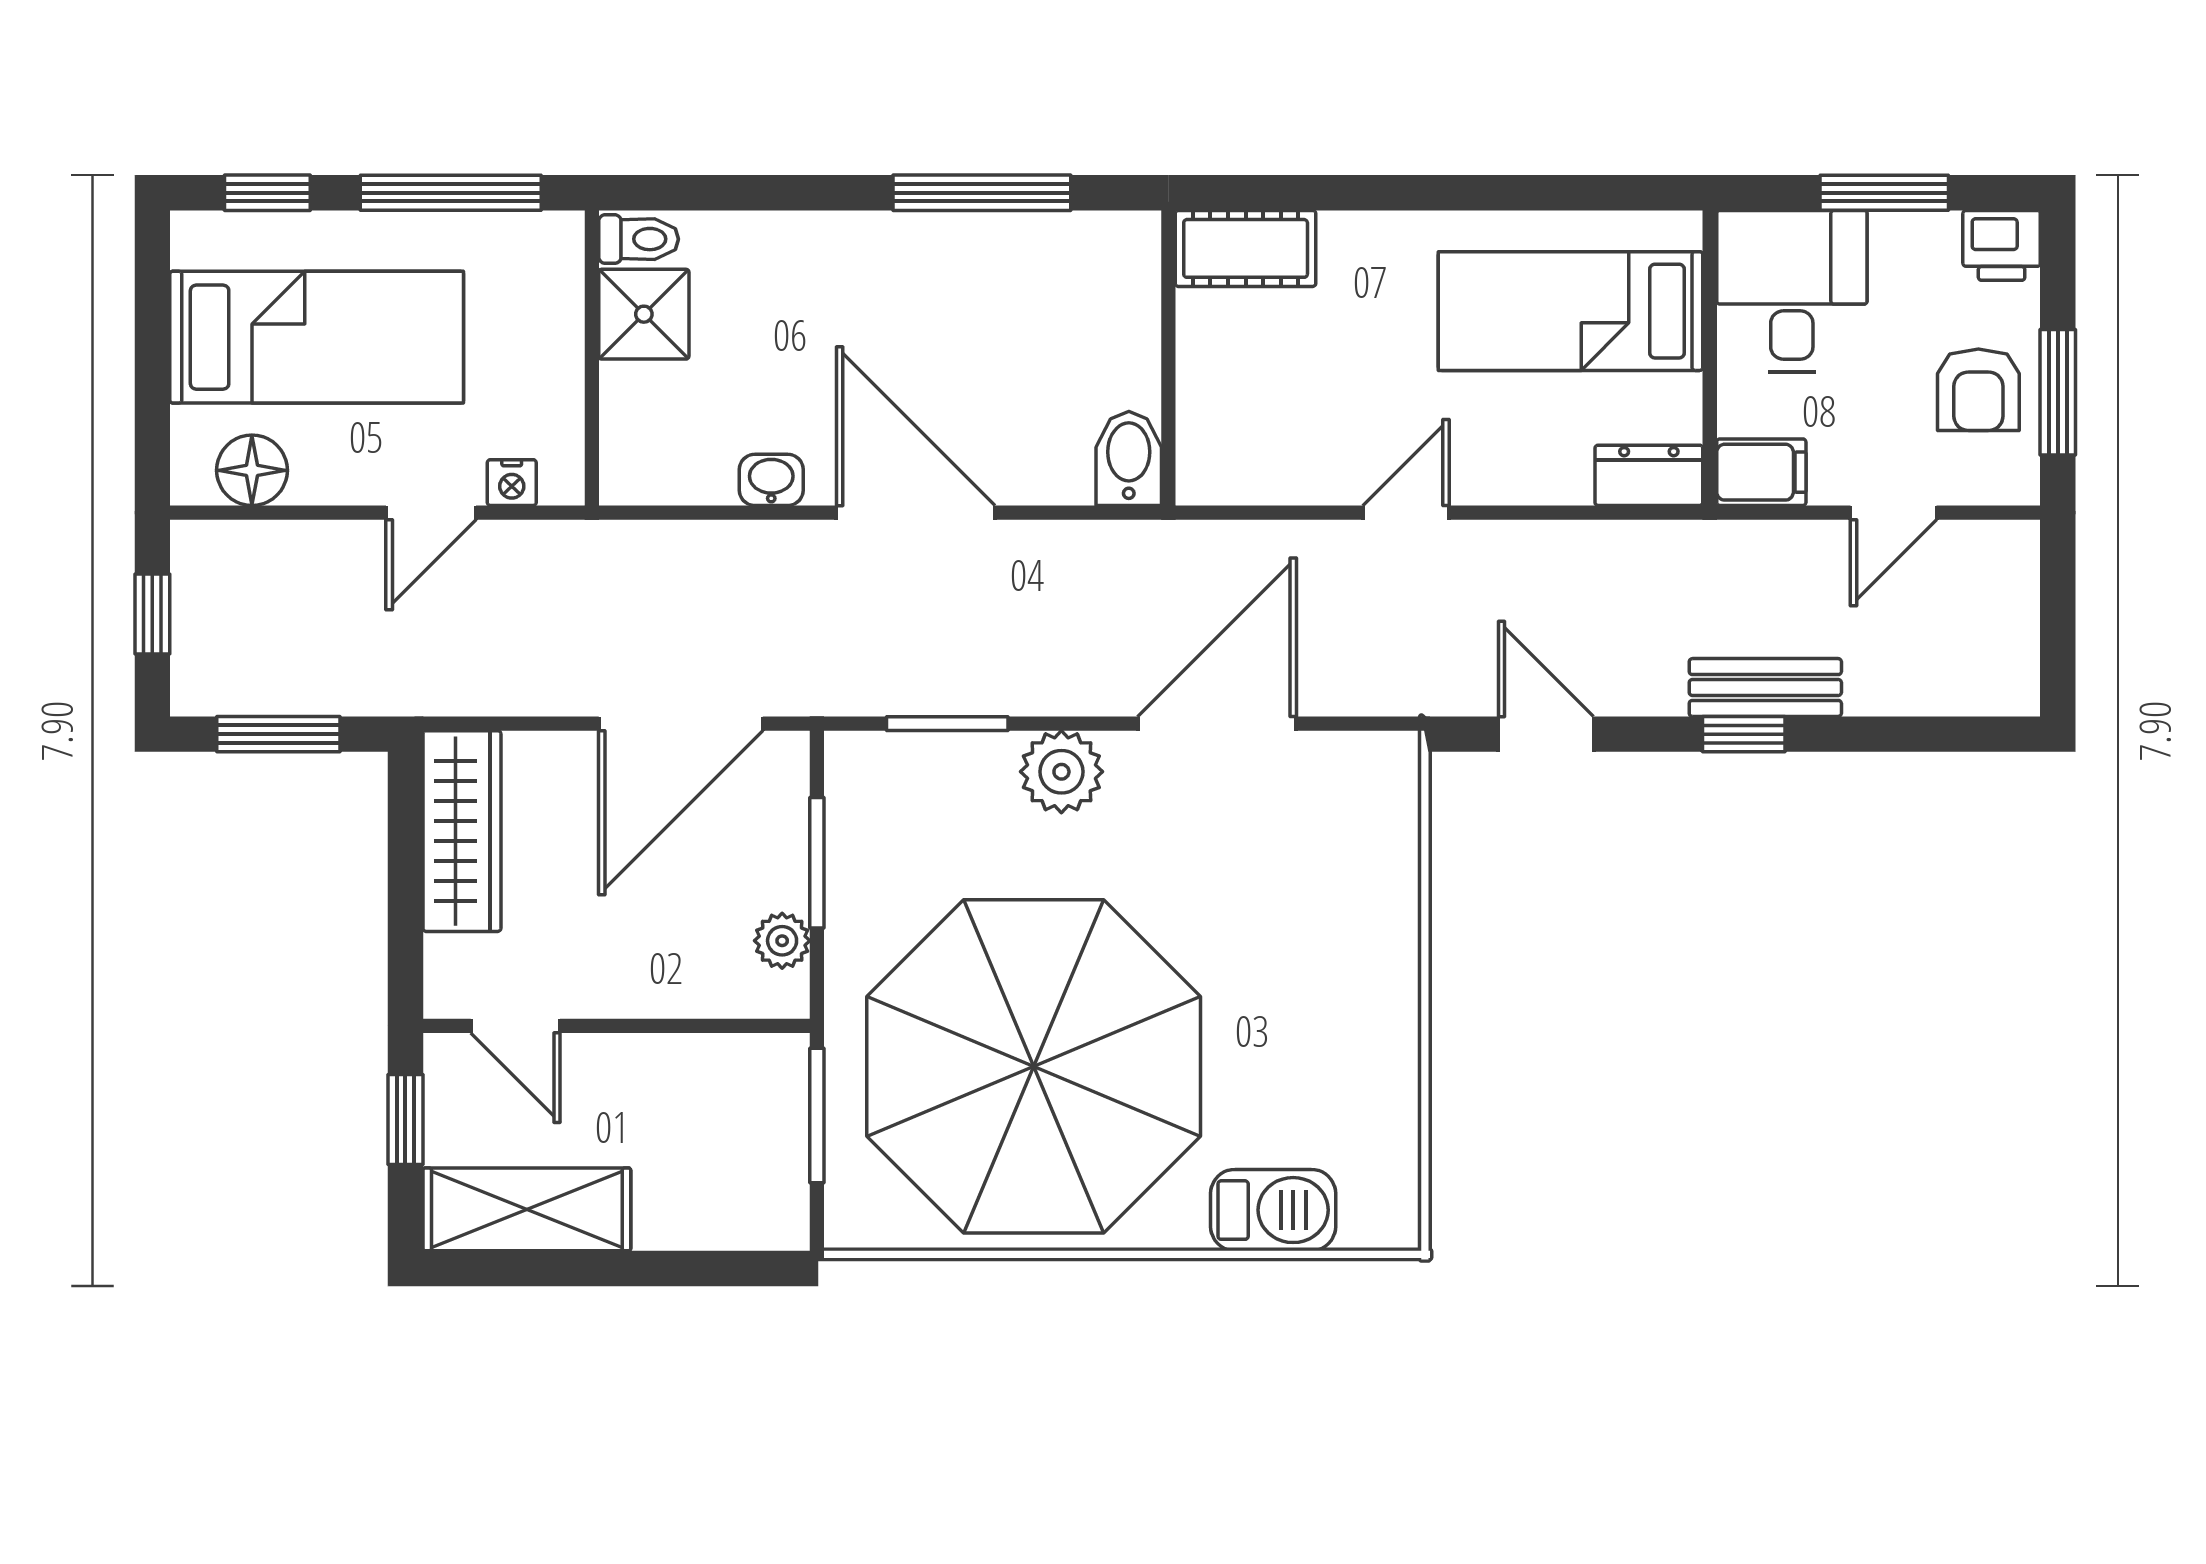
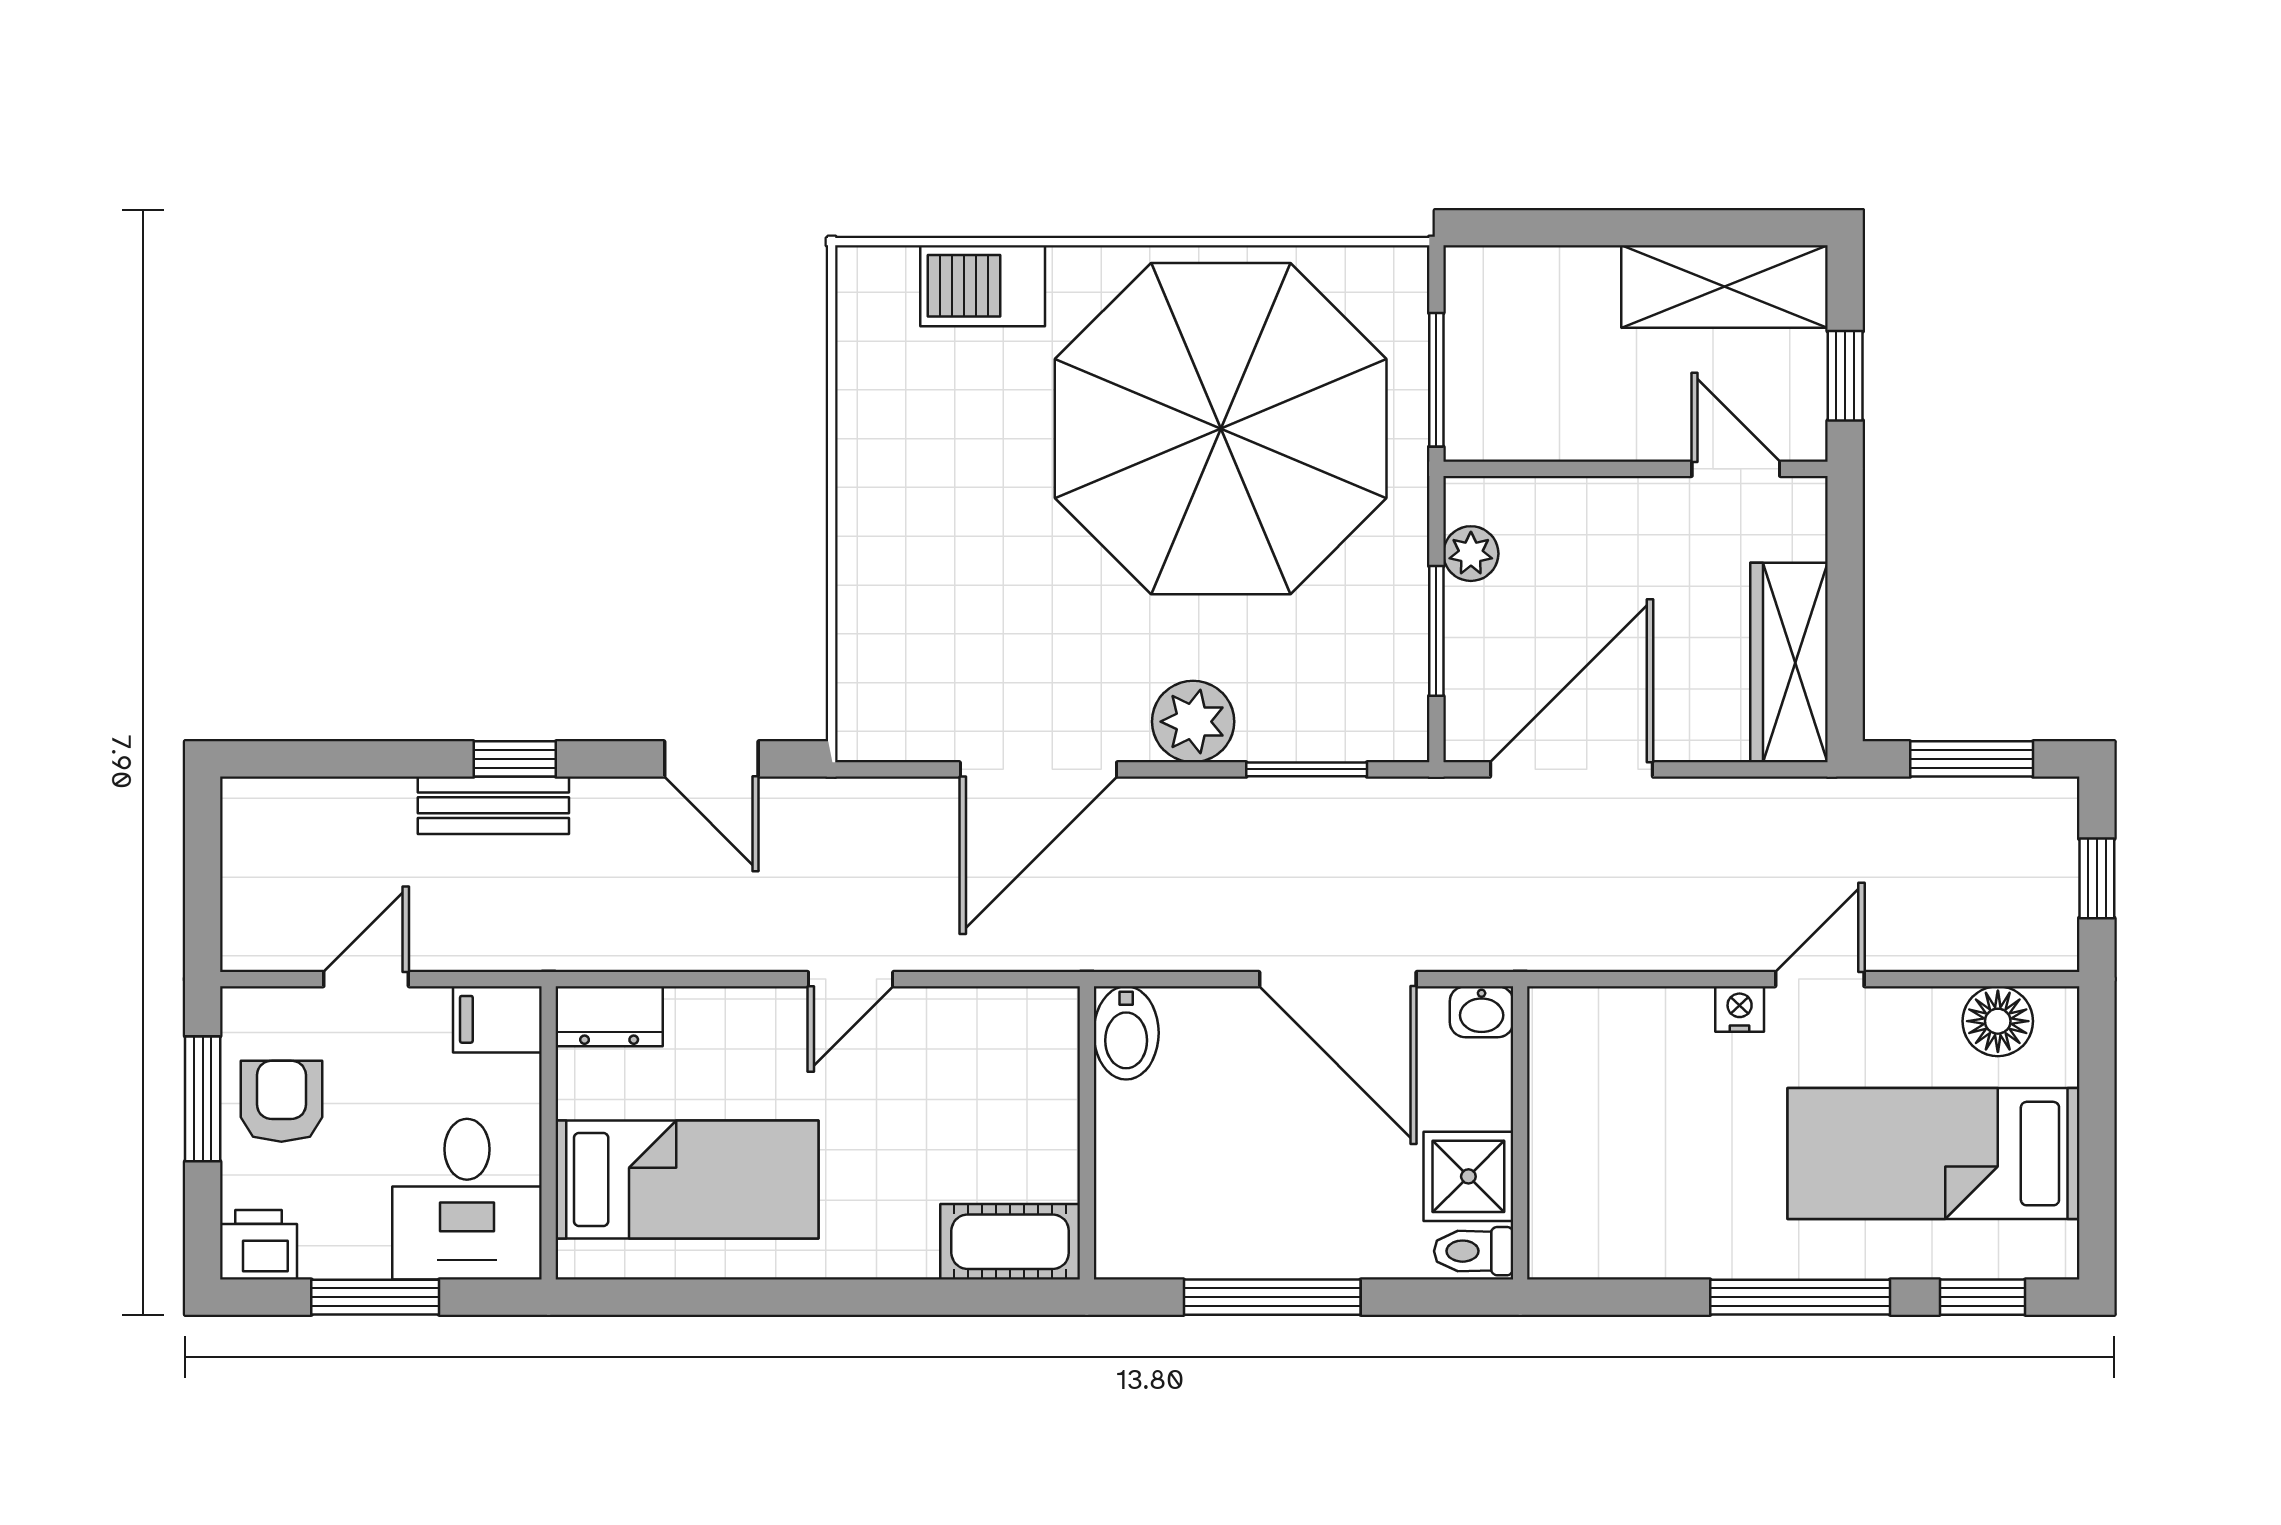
toilet: (639, 239) -> (1474, 1251), moved
shower: (644, 314) -> (1468, 1176), moved
wall: (592, 358) -> (1520, 1133), moved

